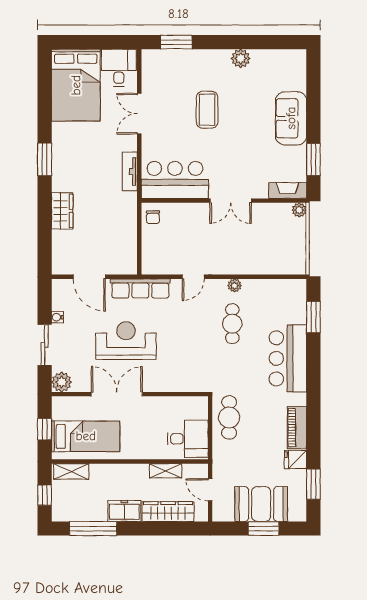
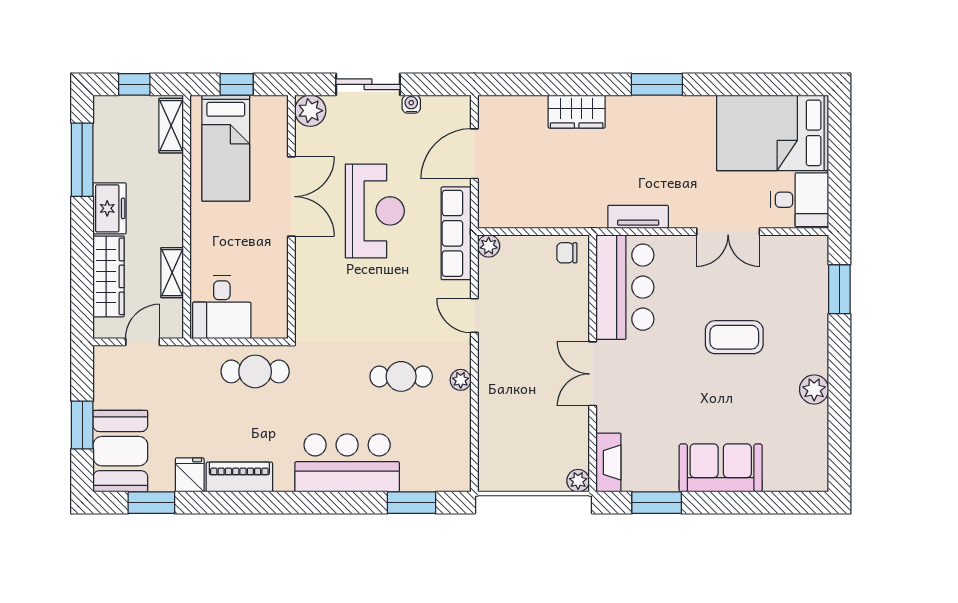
double door: (139, 114) -> (728, 232), swing flipped
plant: (148, 267) -> (489, 246), added
booth: (261, 504) -> (120, 451), moved

